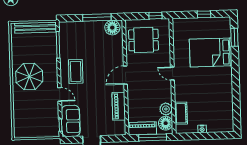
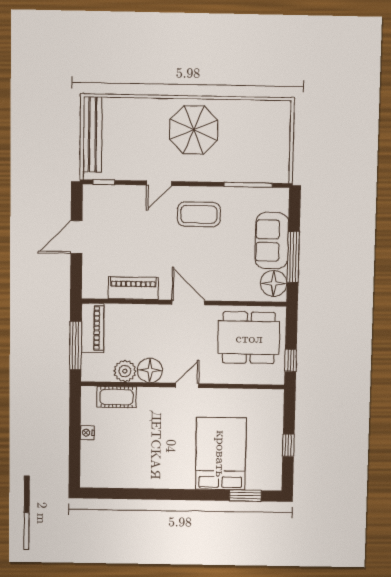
bench: (36, 28) -> (92, 135), moved
dining table: (144, 40) -> (249, 338), width x1.38
sofa: (71, 121) -> (272, 241), moved, turned 90
floor lamp: (166, 123) -> (150, 370), moved

